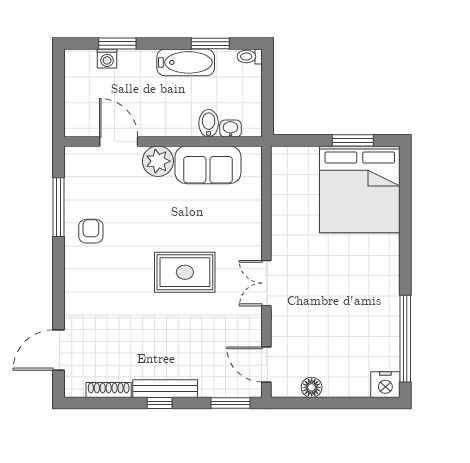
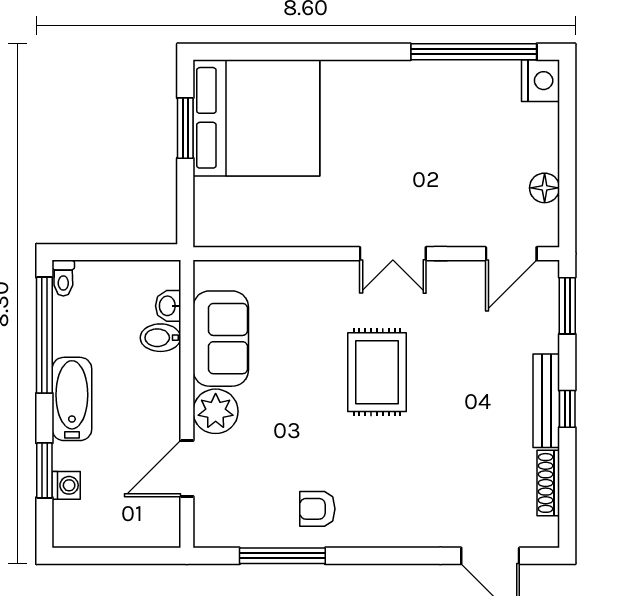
window: (210, 44) -> (44, 335), width x2.11
bathtub: (186, 62) -> (72, 399), moved

